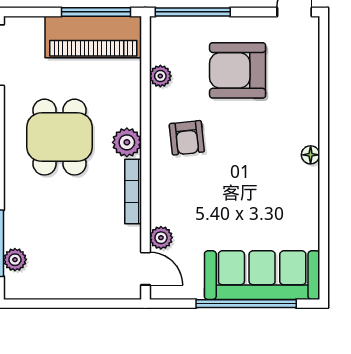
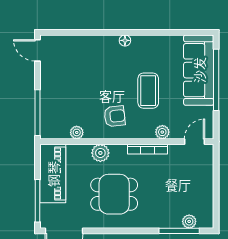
window: (96, 12) -> (37, 201), moved
armchair: (238, 70) -> (73, 85), removed
plant: (127, 142) -> (100, 153), moved
coffee table: (229, 193) -> (148, 91), added
plant: (161, 238) -> (162, 132), moved

